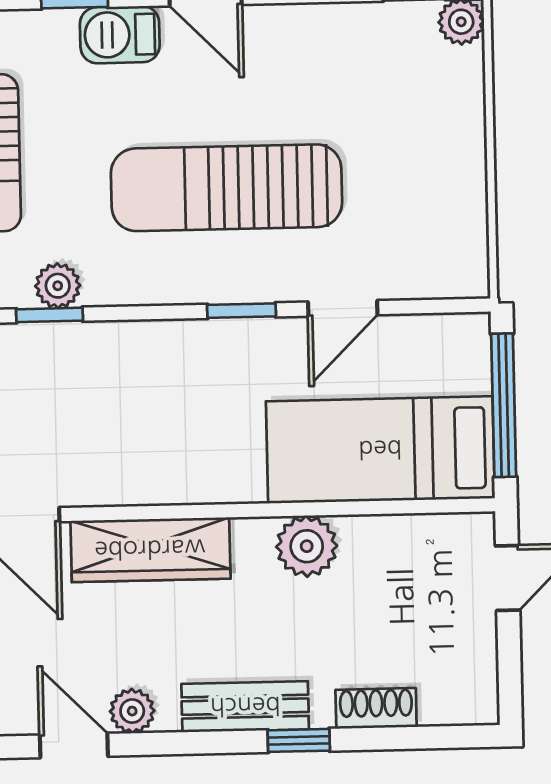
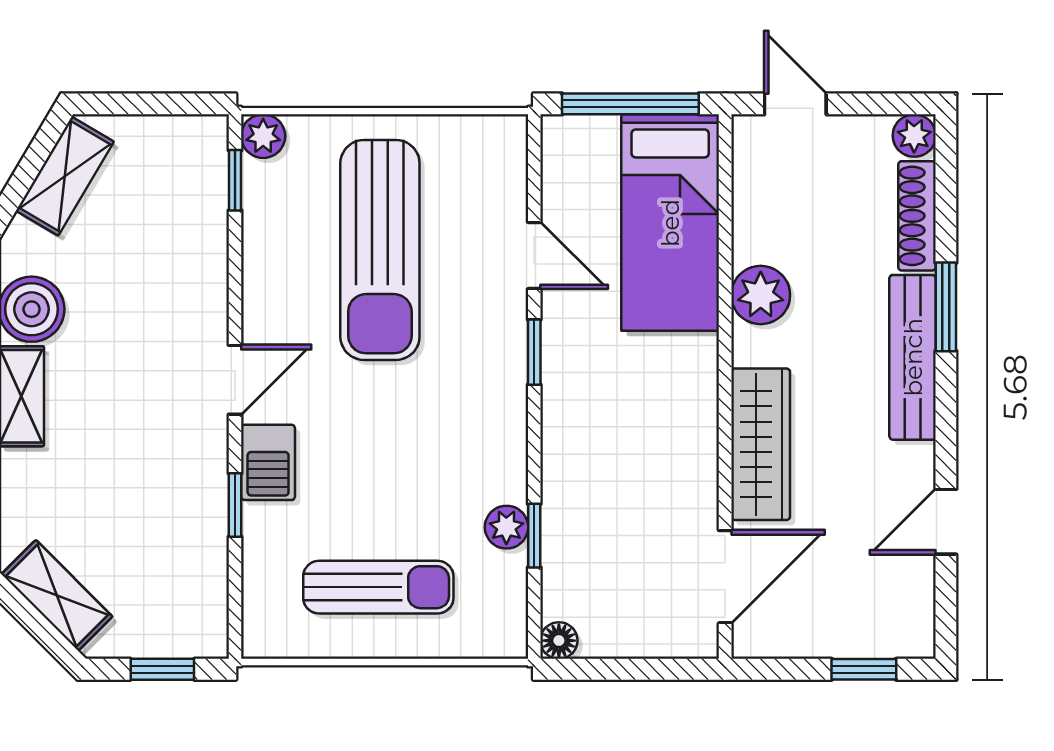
sun lounger: (227, 188) -> (380, 250), moved
bench: (245, 707) -> (913, 357), width x1.36
shoe rack: (376, 708) -> (917, 216), width x1.43
plant: (132, 711) -> (914, 136), moved
window: (299, 740) -> (946, 307), width x1.50

